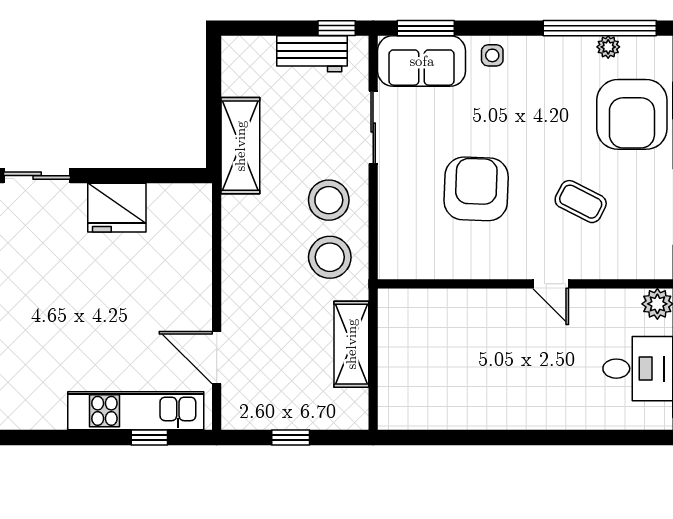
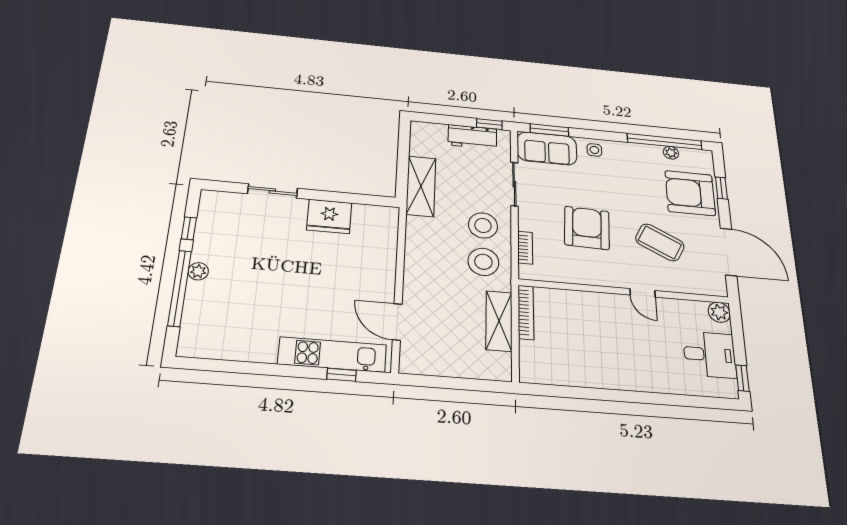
armchair: (632, 114) -> (690, 193), turned 90
coffee table: (581, 202) -> (660, 242), width x1.36, depth x1.30
bookcase: (388, 229) -> (525, 248), added
bookcase: (388, 328) -> (526, 312), added
window: (291, 437) -> (452, 383), removed

